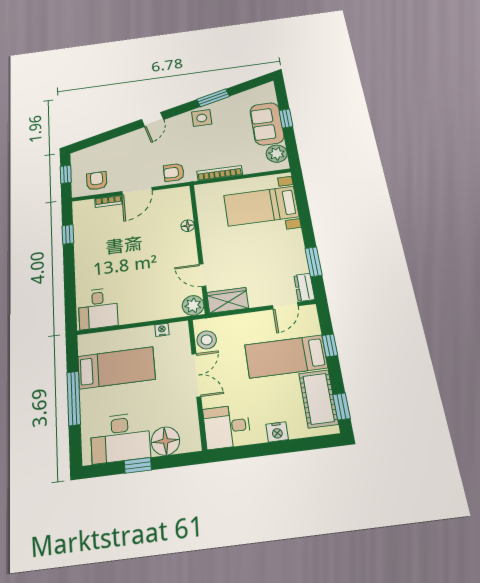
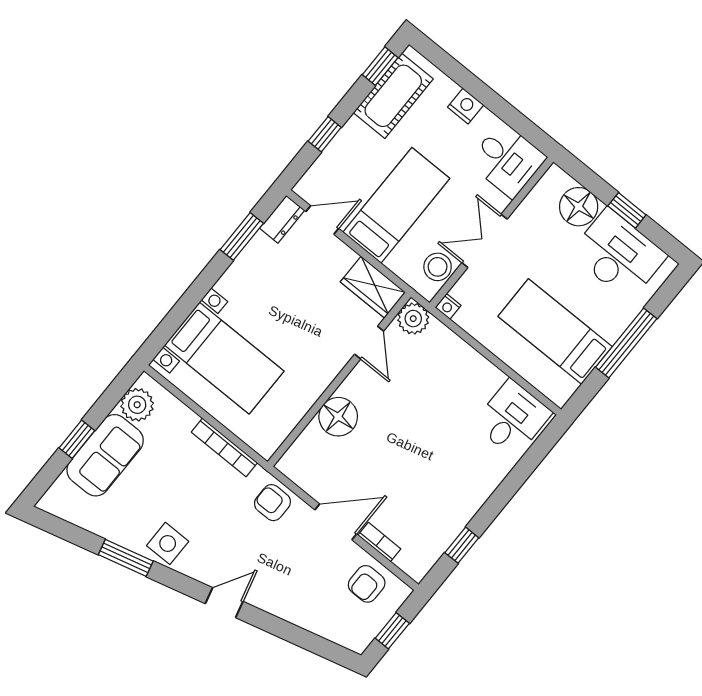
armchair: (174, 172) -> (272, 503), turned 180
floor lamp: (188, 226) -> (338, 417), width x1.89, depth x1.89
nightstand: (162, 330) -> (448, 306), moved
bed: (286, 356) -> (396, 205), moved, turned -90

